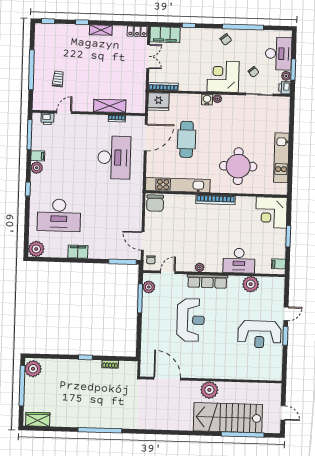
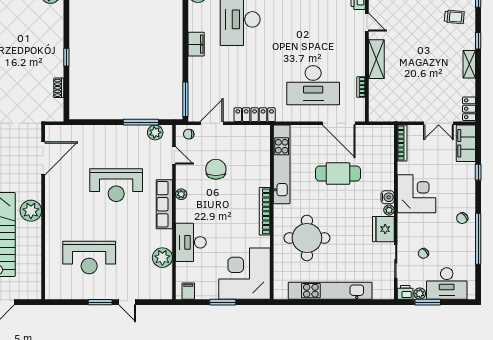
corner desk: (223, 76) -> (417, 194), moved
trolley: (58, 79) -> (454, 17), moved
fridge: (158, 102) -> (383, 229), moved
shelving: (110, 106) -> (376, 59), moved
kitchen unit: (281, 158) -> (330, 291), width x1.36
chair: (155, 203) -> (216, 169), moved, turned 90
locker: (137, 206) -> (255, 115), added
corner desk: (271, 212) -> (244, 274), width x1.36, depth x1.36
reception desk: (259, 334) -> (89, 257), moved, turned -90

